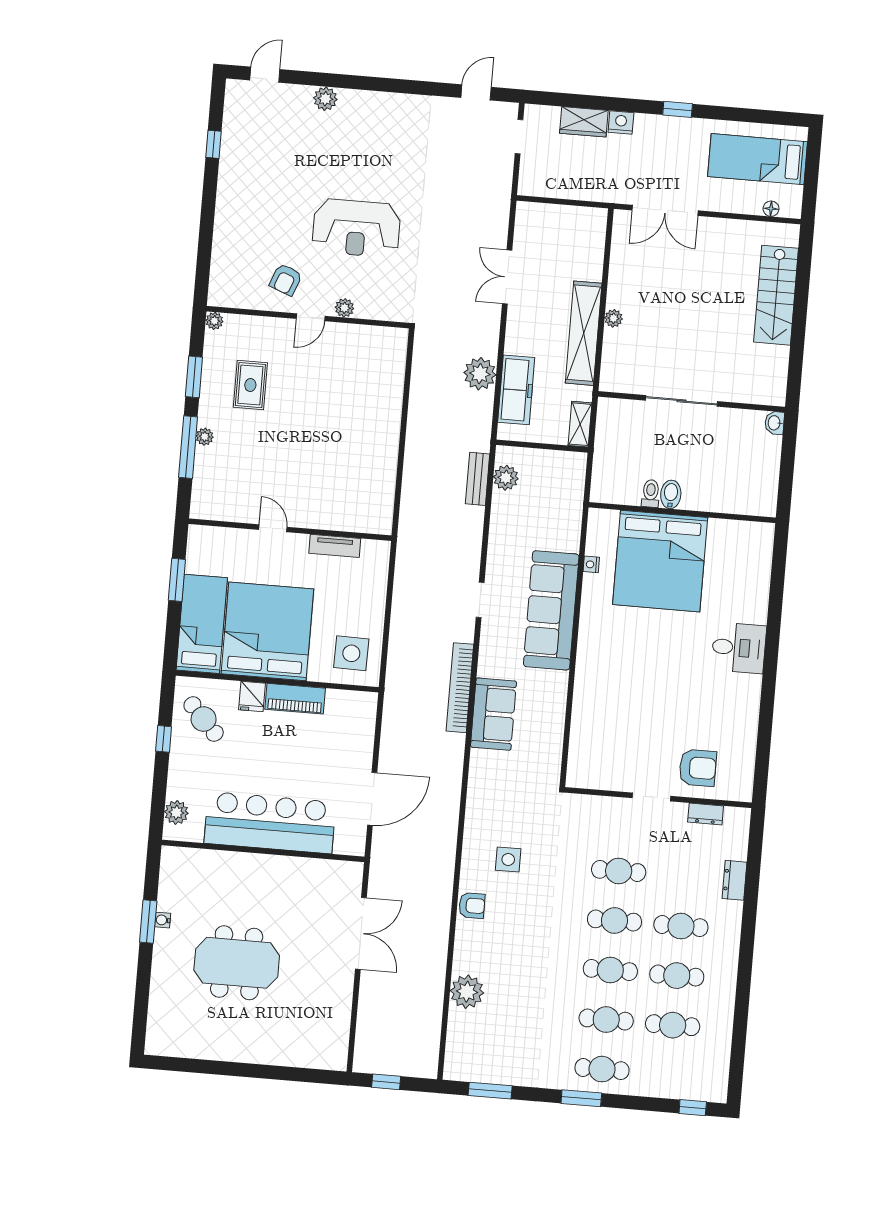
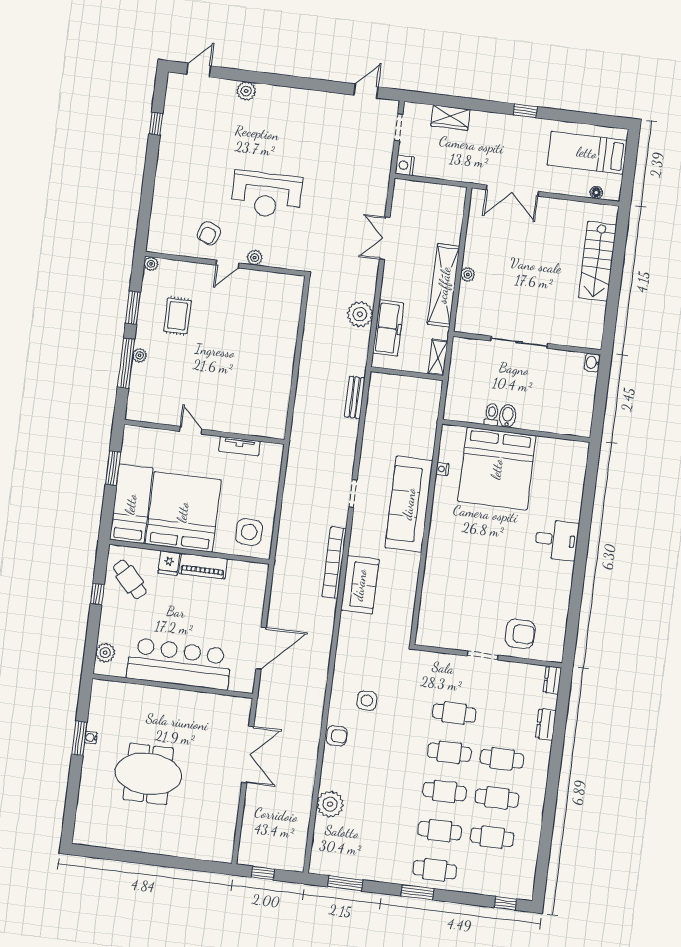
nightstand: (621, 123) -> (405, 165), moved, turned -90
plant: (506, 478) -> (377, 398), removed
dresser: (706, 814) -> (552, 680), moved, turned 90

